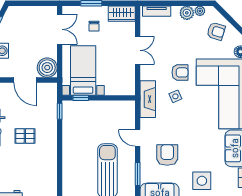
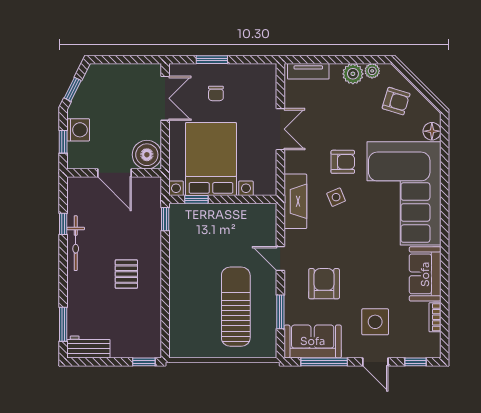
wardrobe: (122, 14) -> (257, 75), removed
bed with nightstands: (83, 71) -> (211, 159), width x1.36
pallet: (25, 136) -> (126, 274), moved, turned 90

